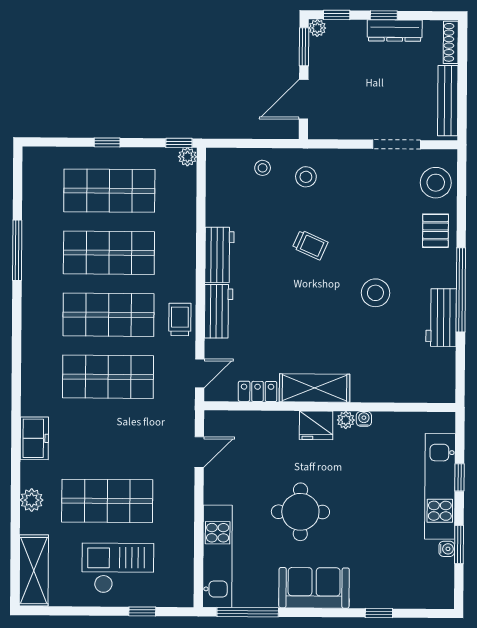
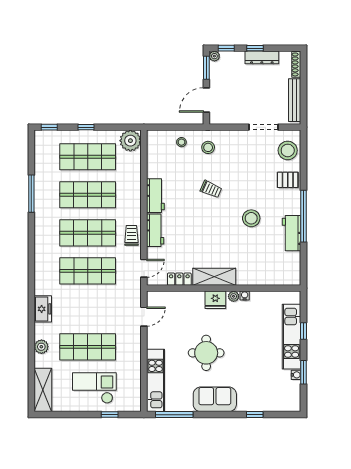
window: (179, 143) -> (49, 127), moved
plant: (187, 157) -> (130, 141), width x1.88, depth x1.88
pallet: (435, 231) -> (288, 180), turned 90

